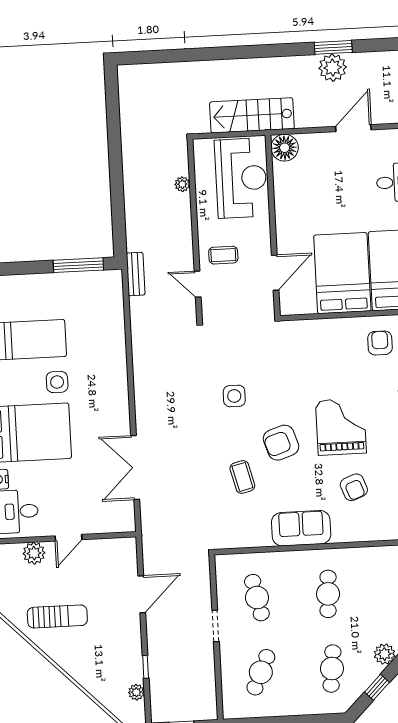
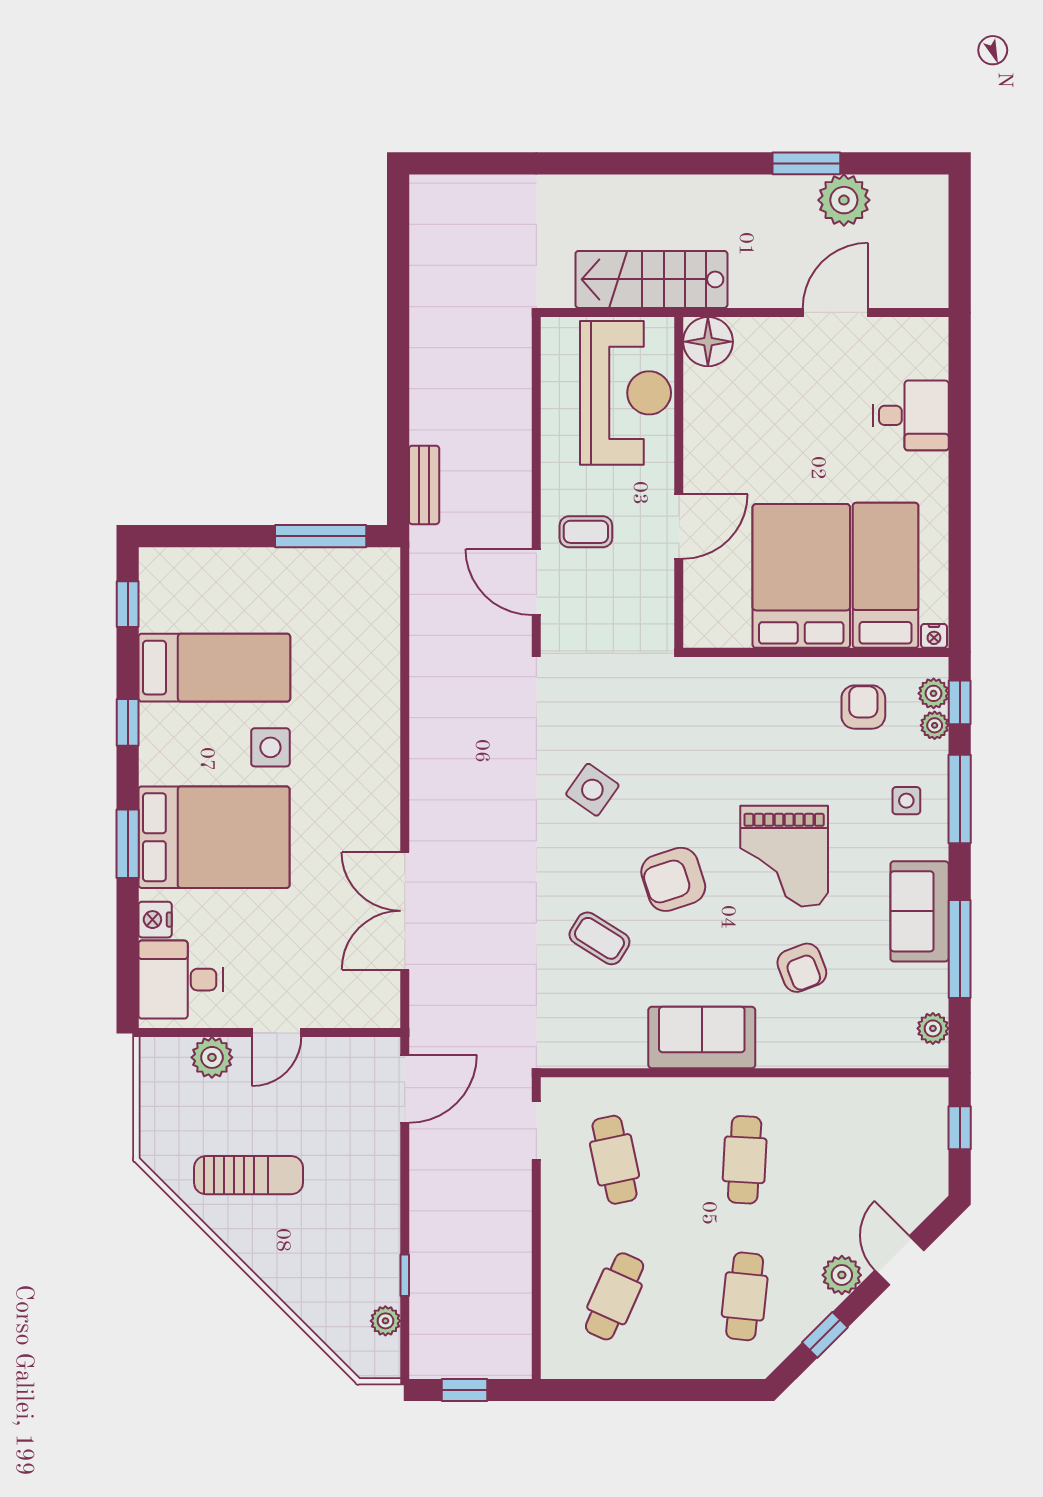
plant: (333, 68) -> (844, 200), moved
plant: (182, 184) -> (518, 398), removed
door: (275, 273) -> (679, 526), moved
bench: (136, 274) -> (424, 485), moved
door: (198, 284) -> (536, 582), width x1.38
side table: (234, 396) -> (592, 790), turned 35
grand piano: (341, 427) -> (784, 856), turned 180
coffee table: (242, 477) -> (599, 938), turned -44
door: (142, 594) -> (405, 1089), moved
doorway: (216, 626) -> (536, 1131), moved

